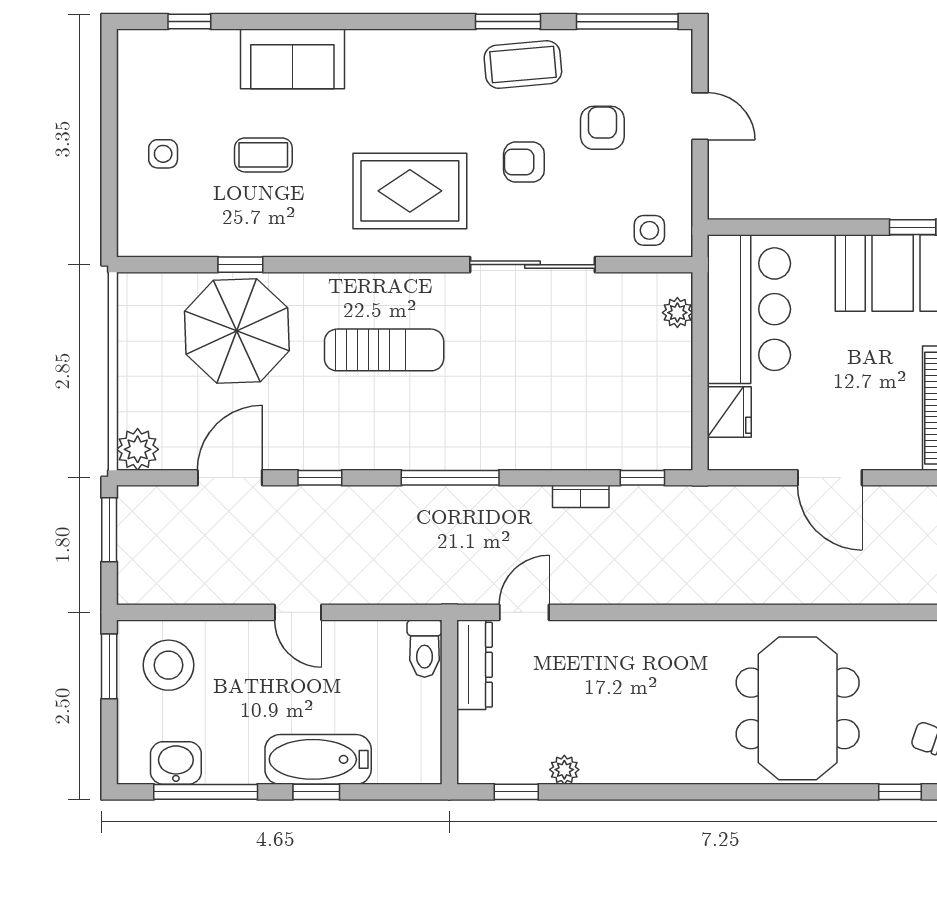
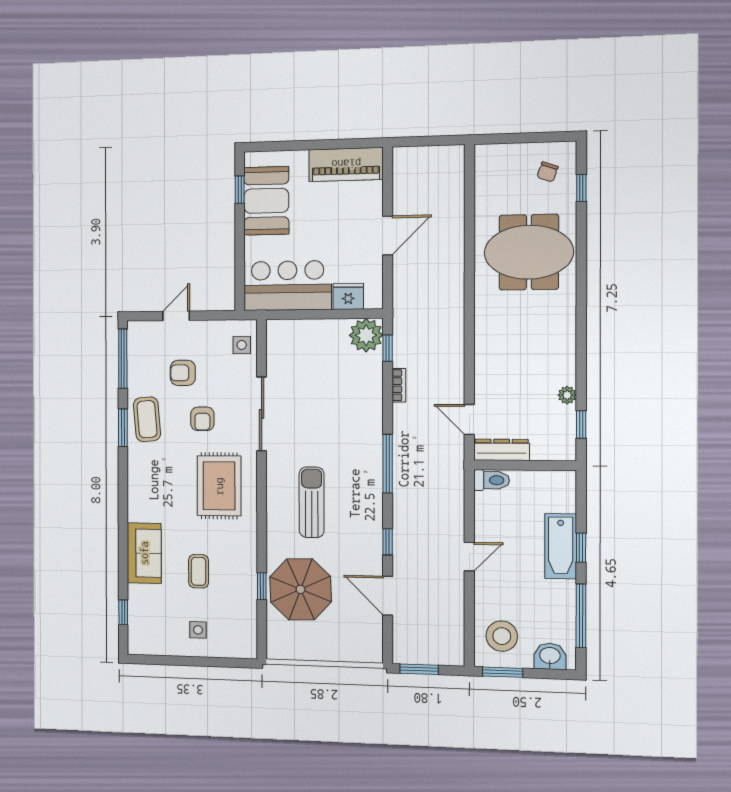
plant: (677, 313) -> (366, 335), moved, width x1.88, depth x1.88
plant: (138, 449) -> (371, 651), removed
washbasin: (176, 763) -> (550, 656), moved, turned 90

